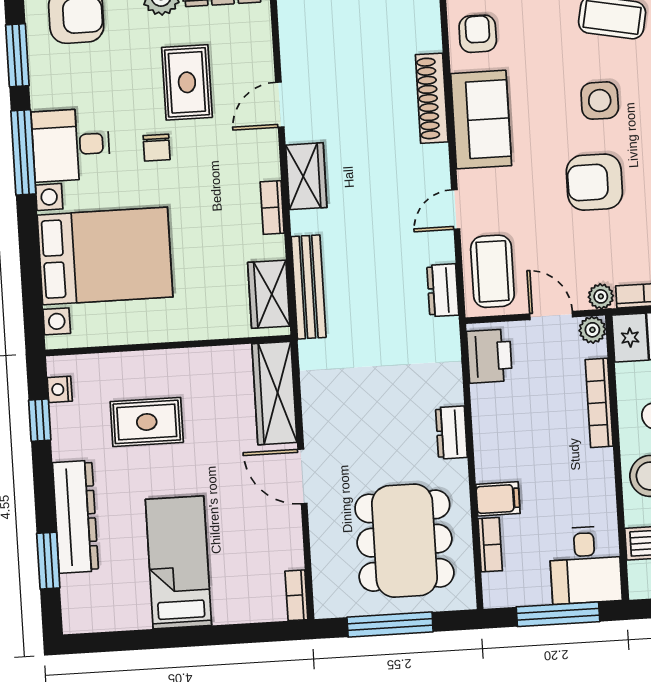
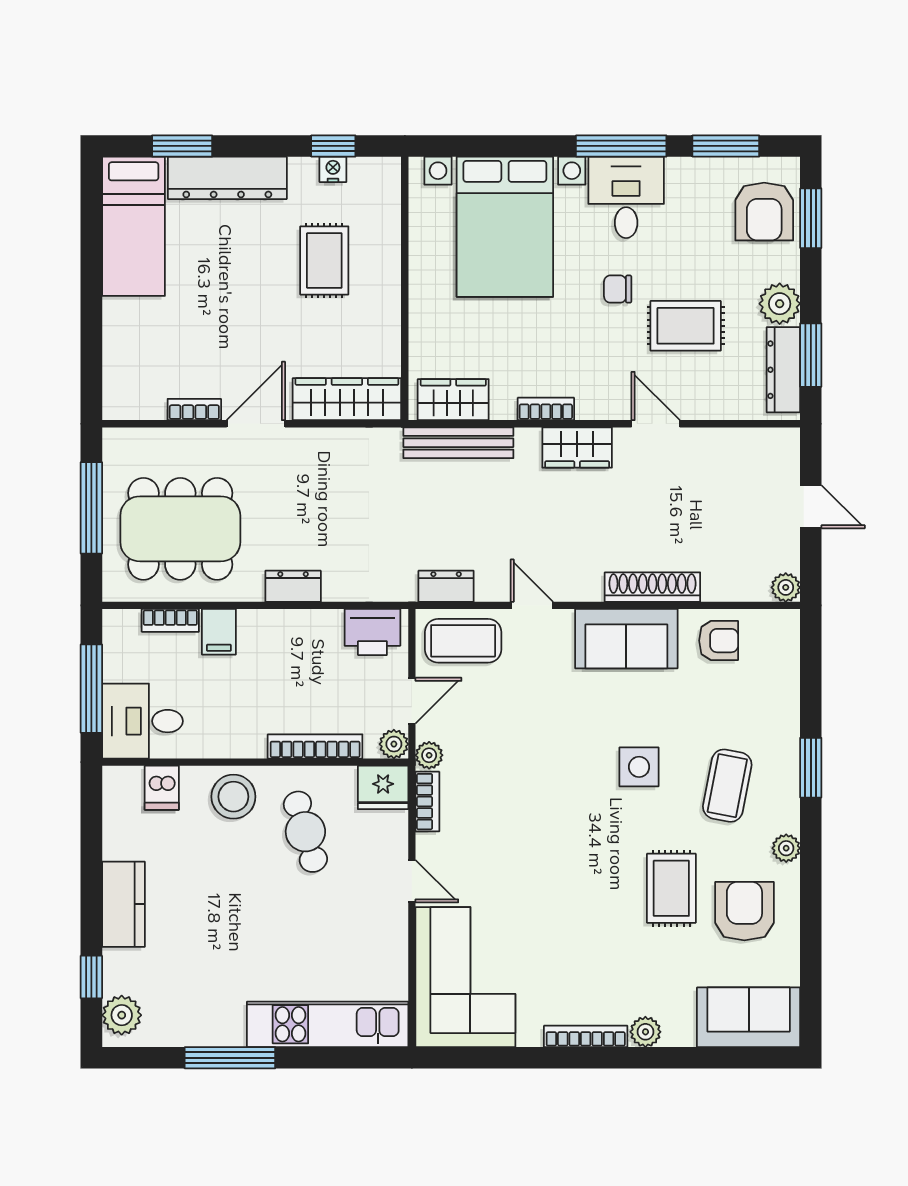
armchair: (594, 182) -> (552, 756), removed
nightstand: (60, 389) -> (333, 169), moved
bed: (178, 562) -> (134, 226), moved, turned 90
bookcase: (296, 595) -> (194, 410), moved

